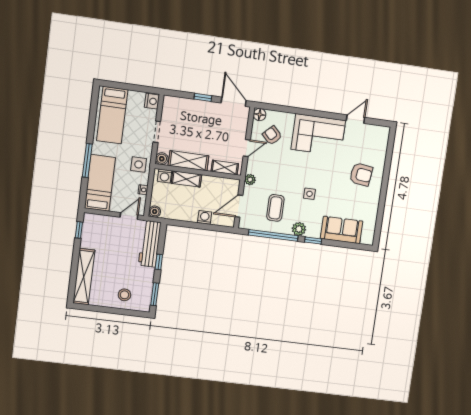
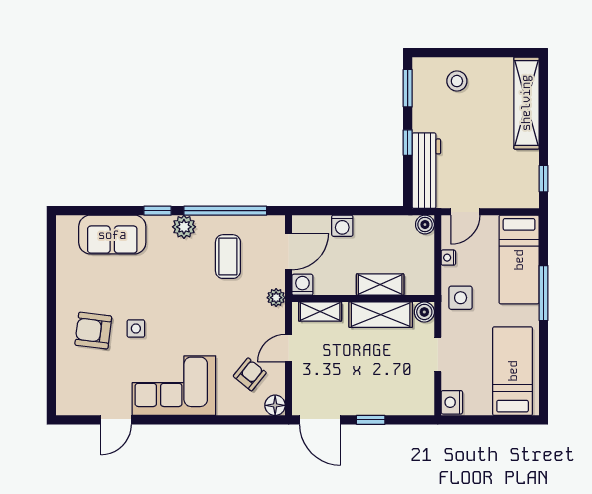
armchair: (272, 135) -> (250, 374), turned -97
washing machine: (165, 176) -> (302, 285), moved
side table: (309, 194) -> (136, 329), moved

